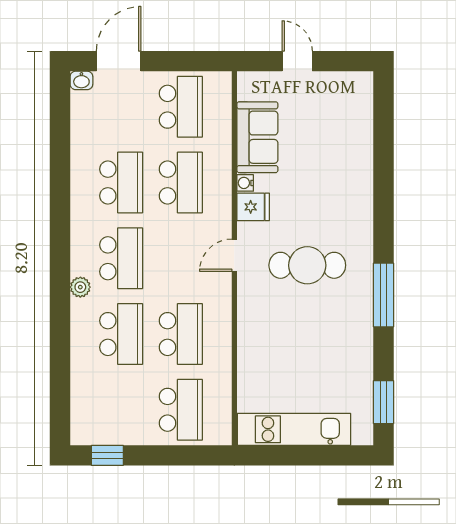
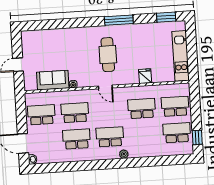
fridge: (253, 207) -> (145, 76), moved
school desk: (121, 334) -> (177, 133), moved

